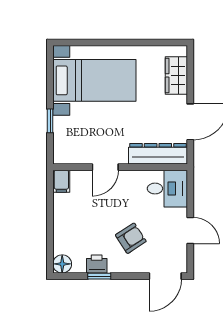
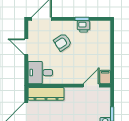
door: (105, 167) -> (91, 86), moved
floor lamp: (62, 264) -> (105, 26), removed

